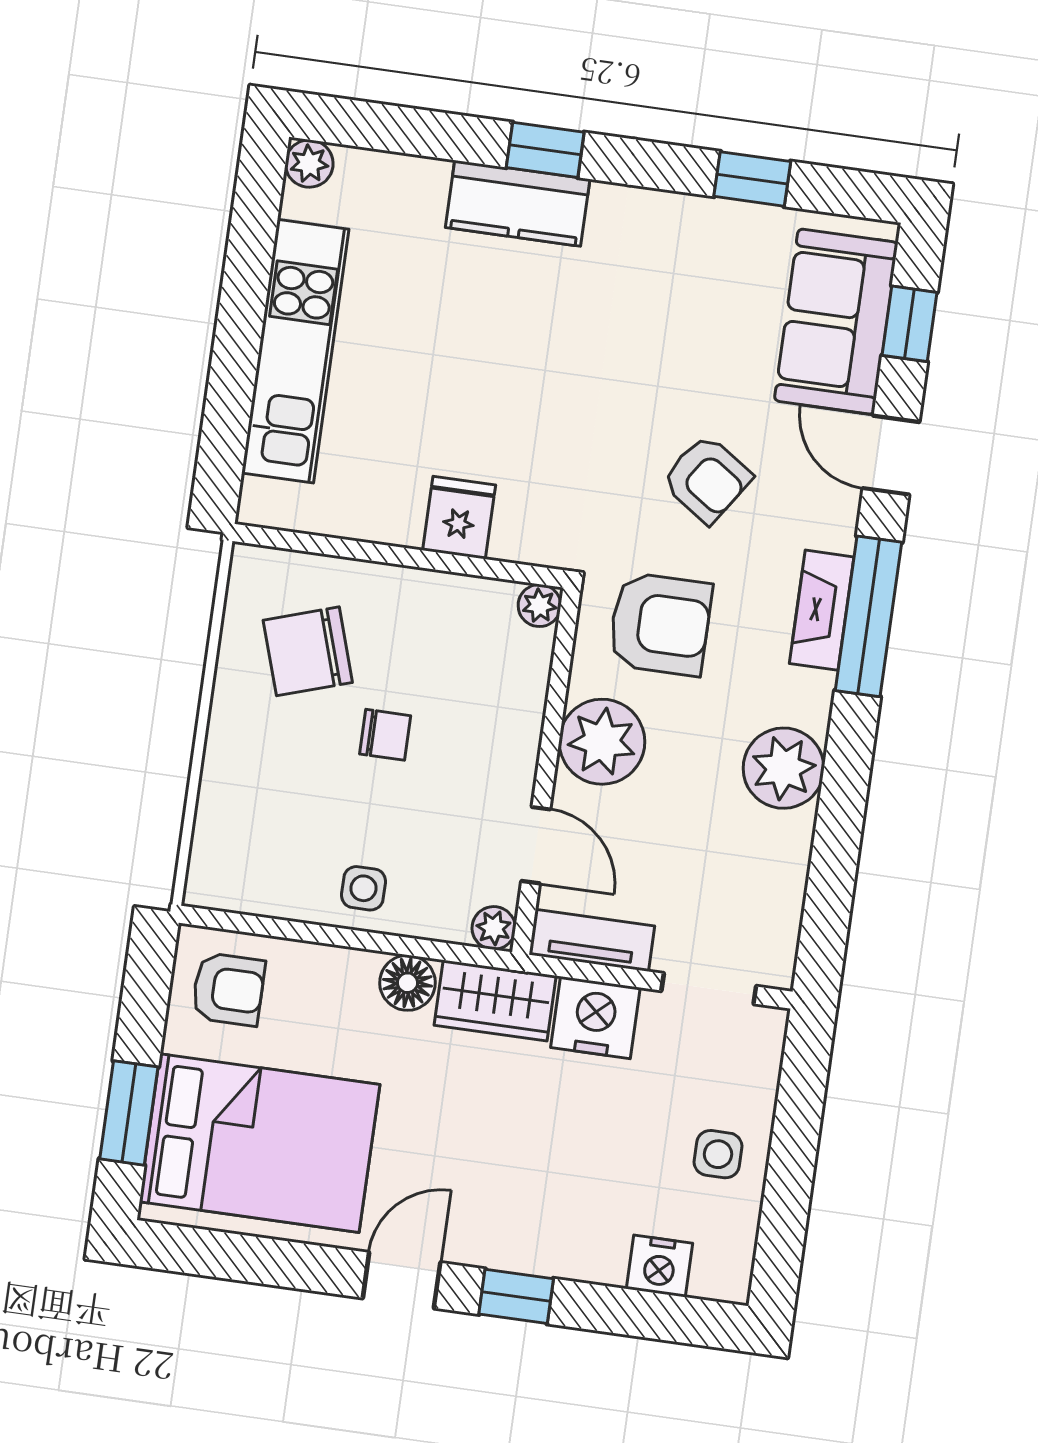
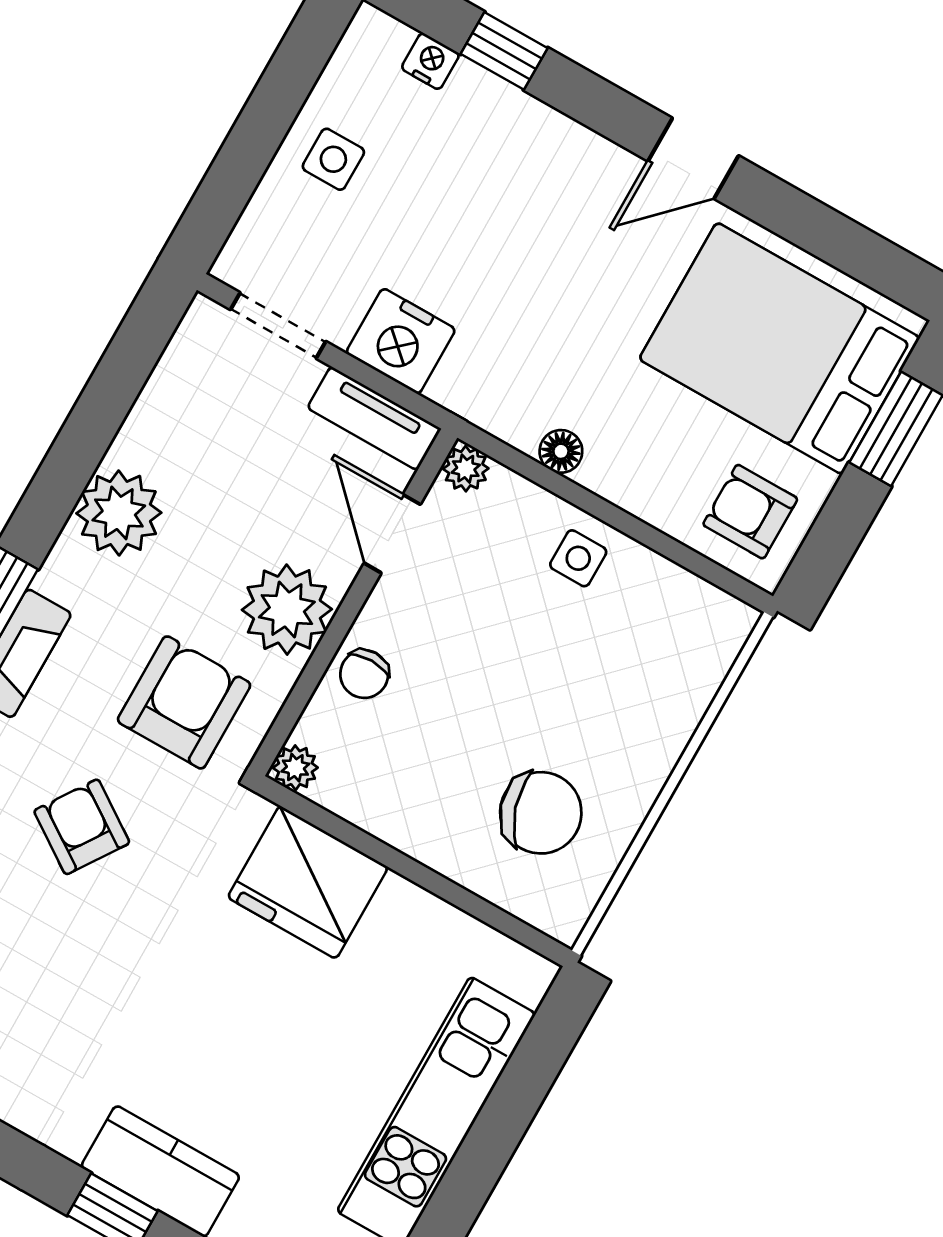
fridge: (459, 518) -> (308, 882), width x1.88, depth x1.34
armchair: (660, 624) -> (184, 702), turned 90
chair: (385, 735) -> (364, 674), moved, turned -90
floor lamp: (407, 983) -> (561, 451), width x0.73, depth x0.73
wardrobe: (495, 1001) -> (493, 397), removed
nightstand: (660, 1266) -> (430, 61), width x0.72, depth x0.74
window: (516, 1296) -> (504, 51), moved

